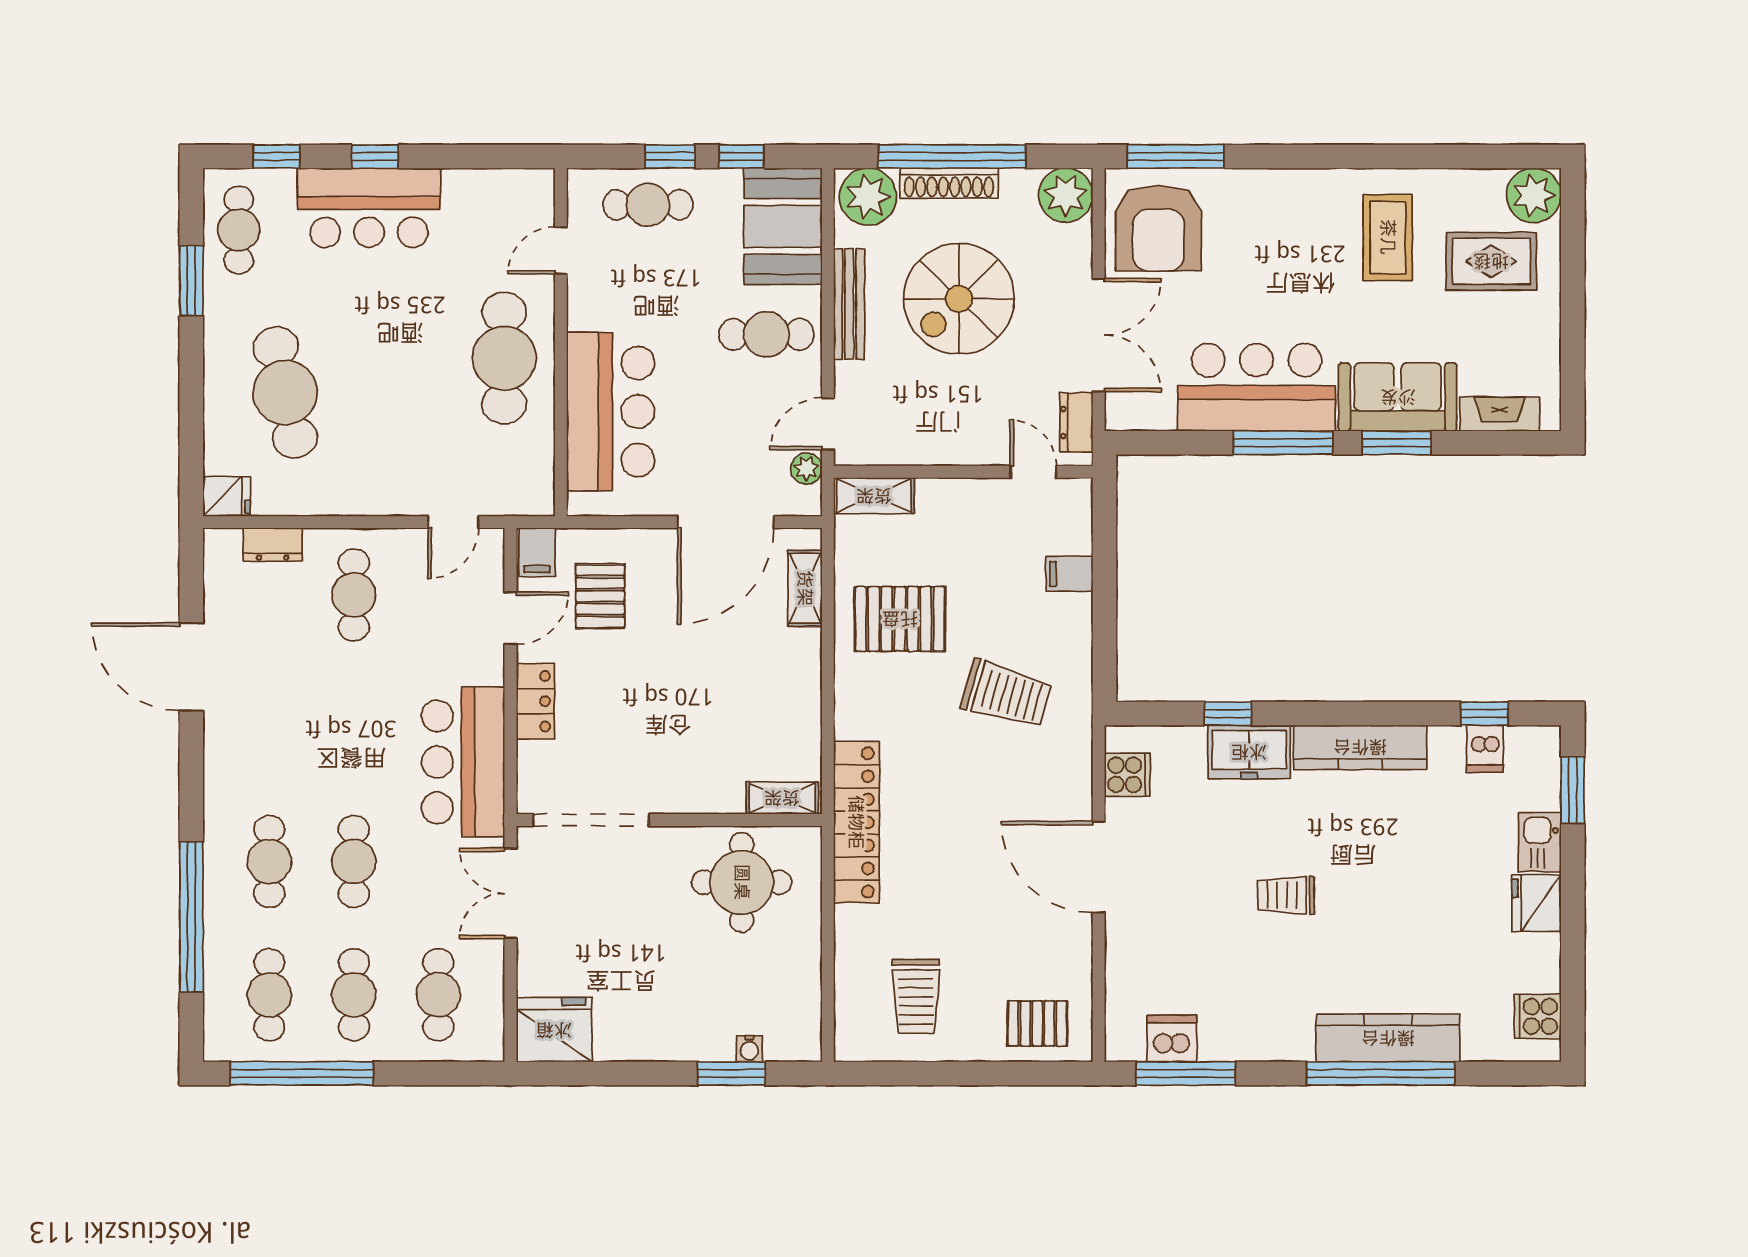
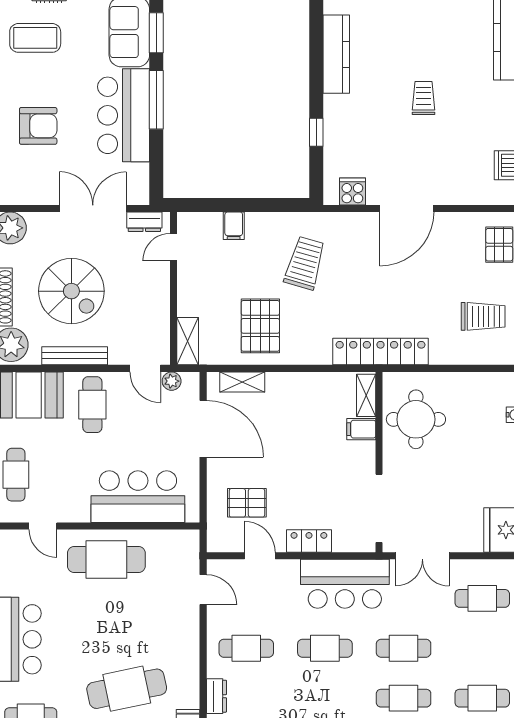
armchair: (1159, 228) -> (38, 126), moved, width x0.73, depth x0.73
filing cabinet: (537, 552) -> (361, 429), moved, turned 180
freezer: (1249, 752) -> (339, 120), removed
trolley: (1286, 895) -> (423, 98), turned 180
cafe table: (354, 995) -> (325, 648), moved

